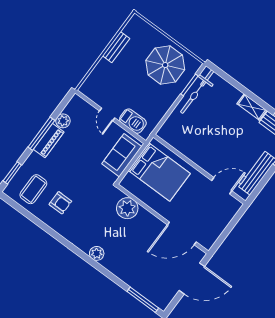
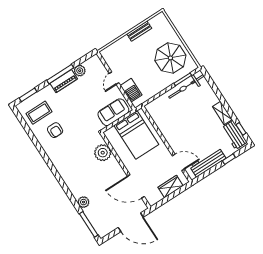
wardrobe: (223, 218) -> (171, 187), added
plant: (97, 253) -> (84, 202), moved

